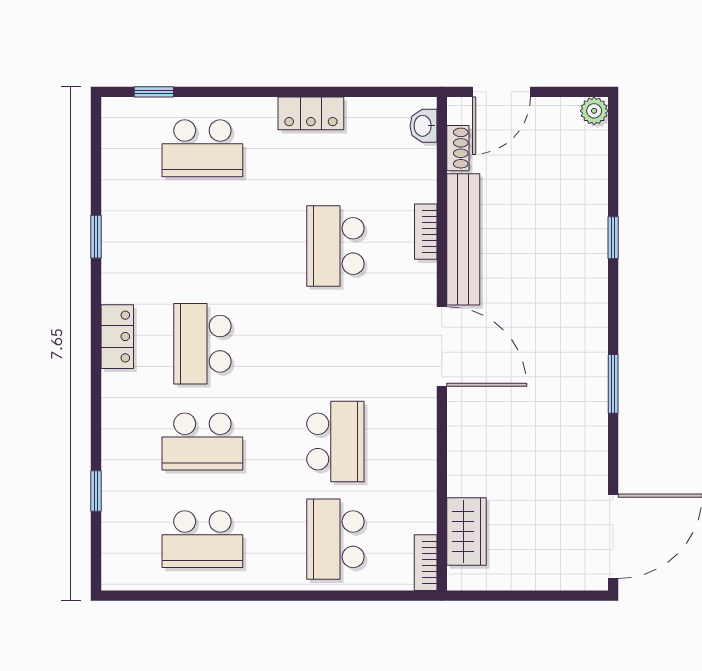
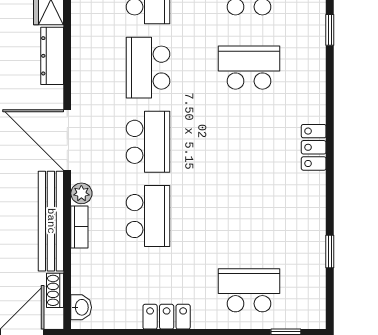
window: (96, 237) -> (330, 252), moved
plant: (423, 276) -> (81, 193), added
school desk: (202, 344) -> (148, 142), moved
dresser: (462, 457) -> (52, 56), added

